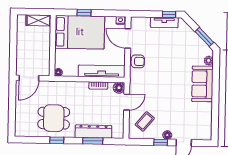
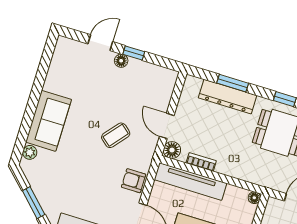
window: (204, 37) -> (34, 203), moved
door: (127, 102) -> (167, 126), hinge flipped
coffee table: (145, 121) -> (116, 135), moved

